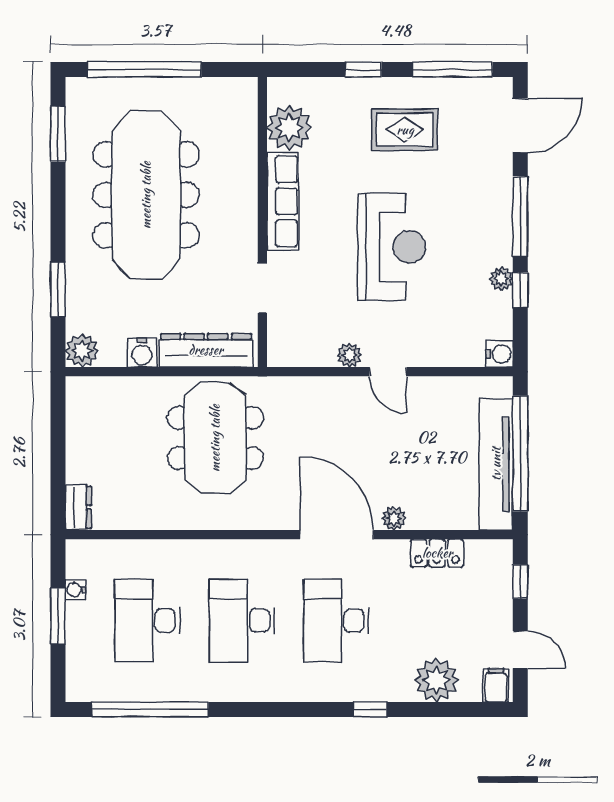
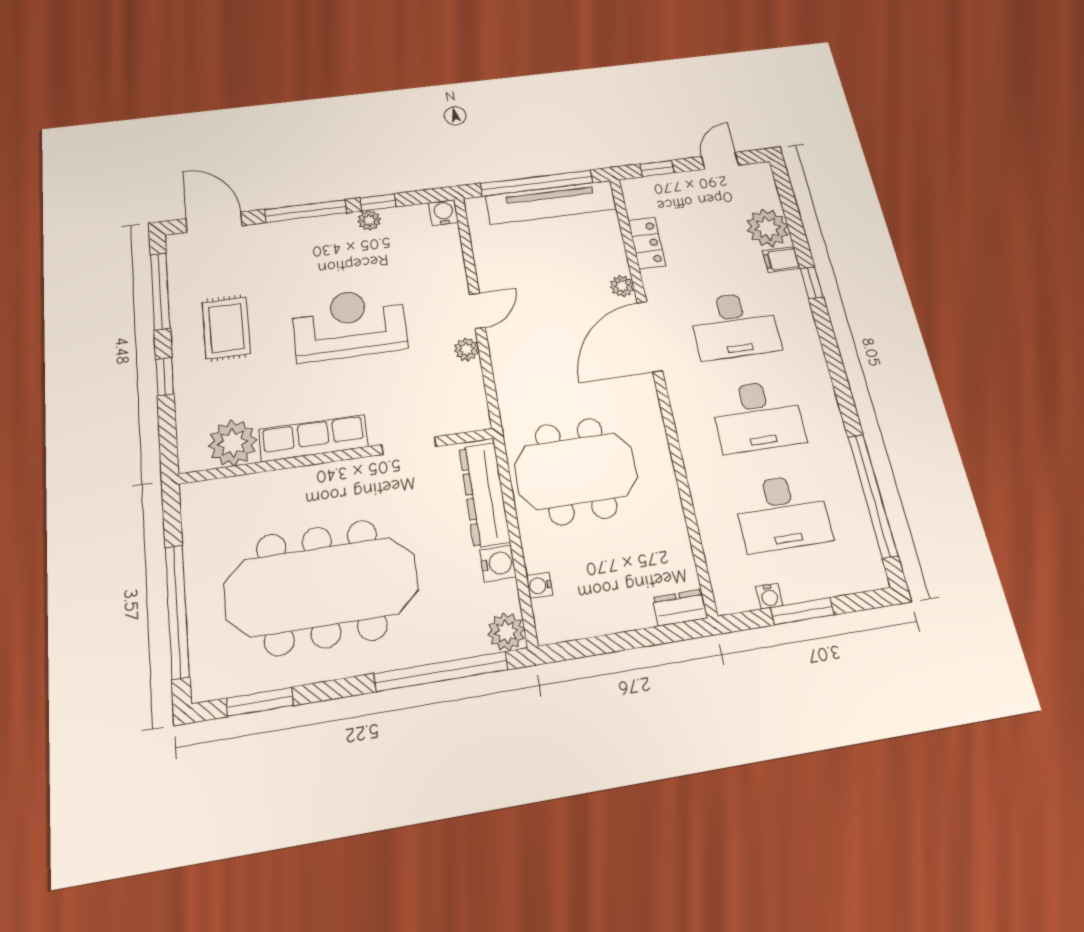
window: (58, 289) -> (441, 672), width x2.11
water cooler: (117, 386) -> (540, 586), added
filing cabinet: (496, 685) -> (781, 260), moved

